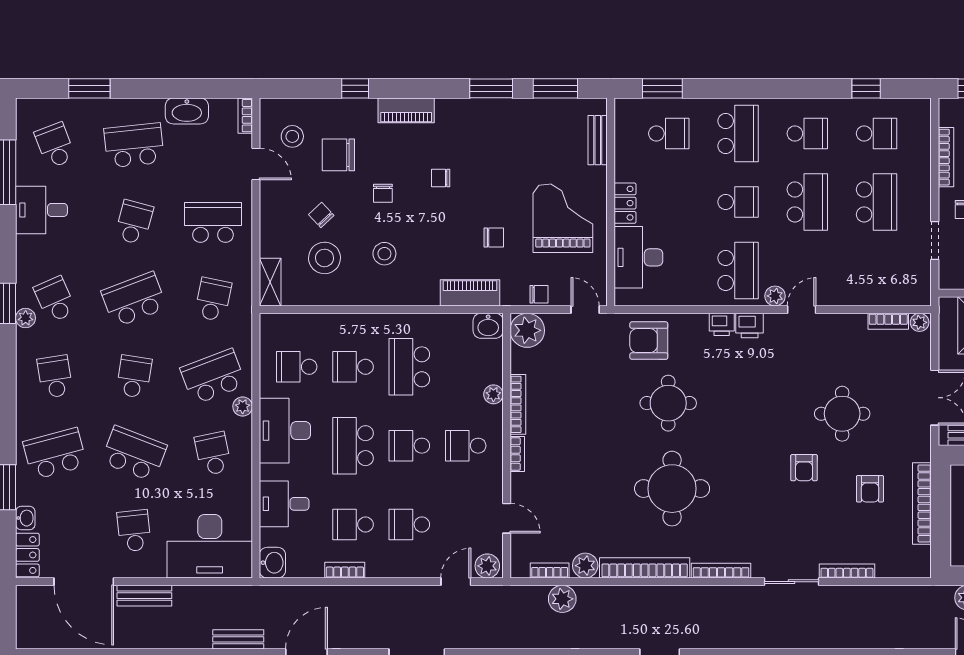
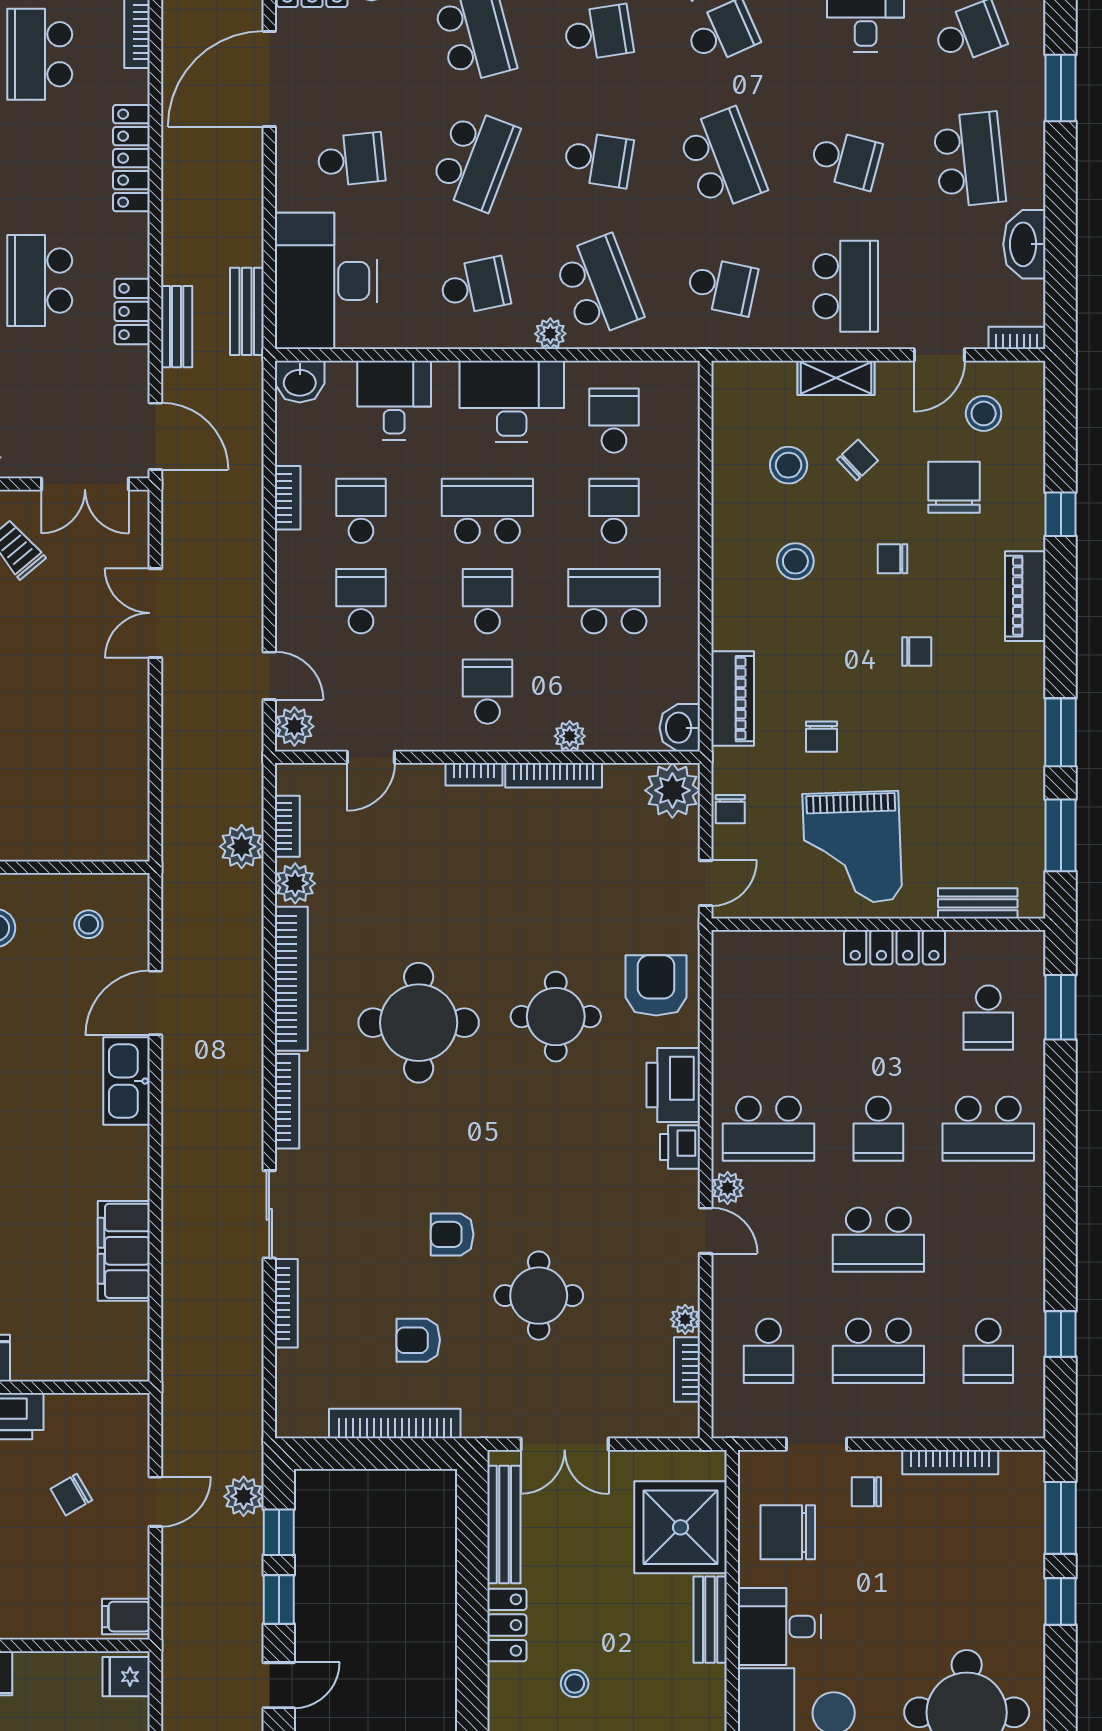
school desk: (807, 133) -> (768, 1351), moved
chair: (441, 178) -> (917, 652), turned 90
locker: (625, 203) -> (895, 947), width x1.53
grand piano: (563, 218) -> (852, 848), turned 88
desk: (638, 257) -> (790, 969), removed
stool: (325, 258) -> (789, 465), width x0.73, depth x0.73
shelving: (270, 282) -> (836, 378), moved
plant: (920, 322) -> (685, 1319), moved
printer: (722, 324) -> (673, 1085), width x1.87, depth x1.48
bench: (144, 596) -> (247, 311), moved

